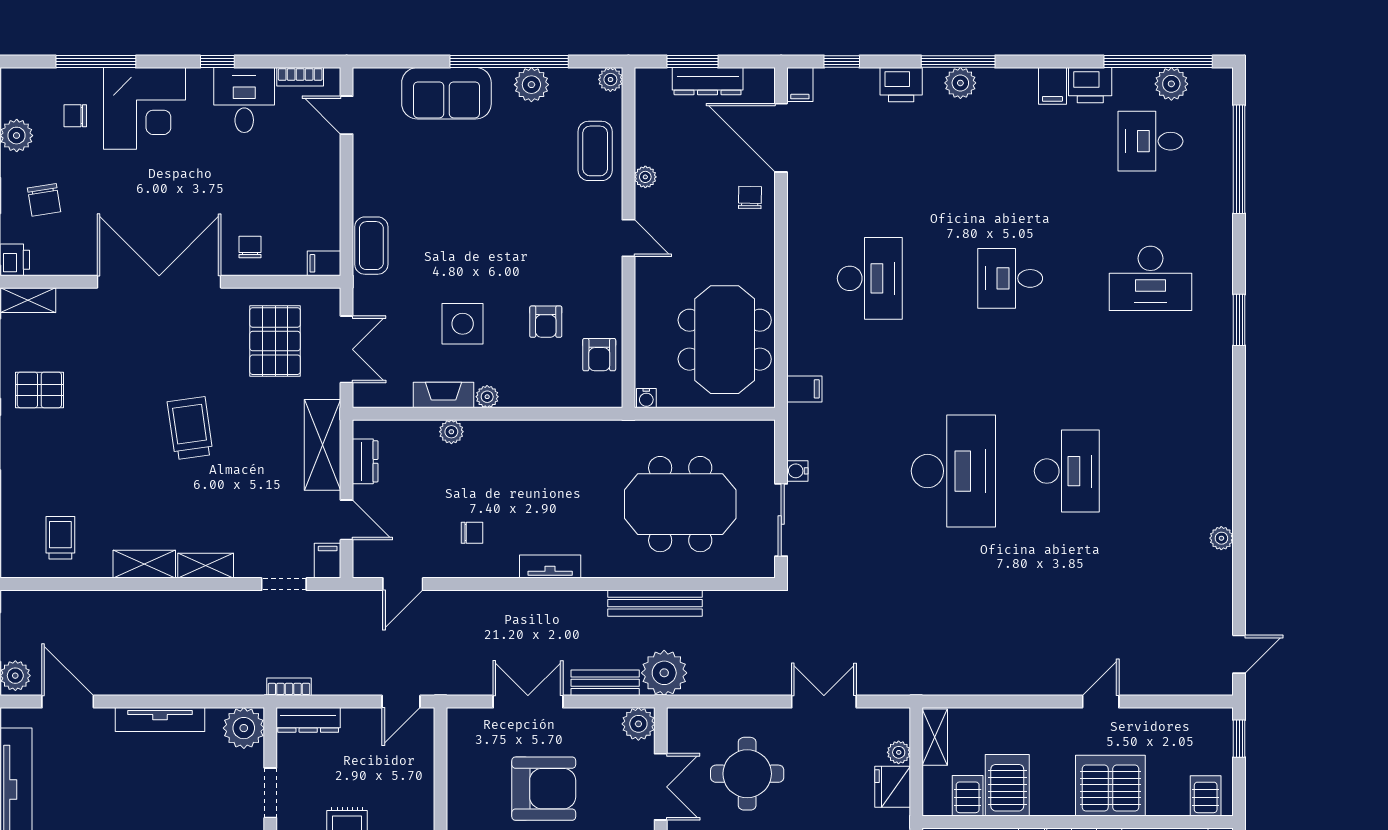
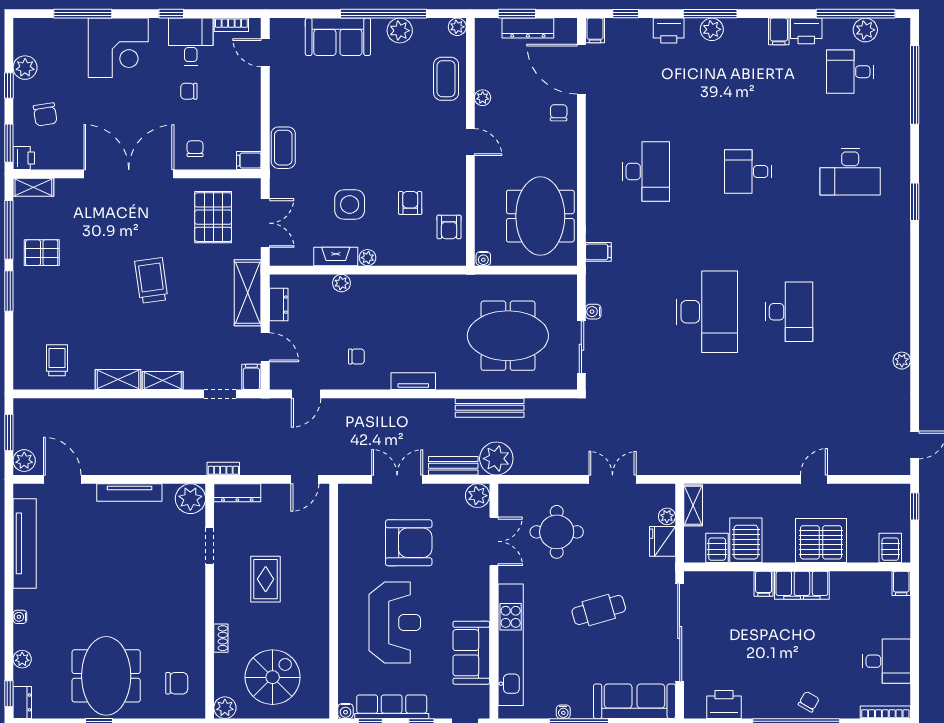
chair: (75, 116) -> (189, 91), moved
armchair: (546, 322) -> (410, 203), turned 180

